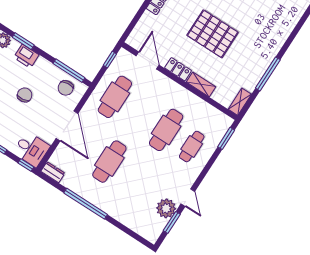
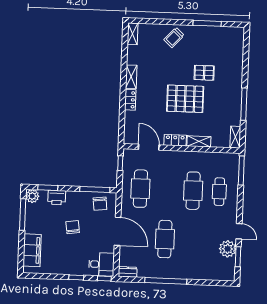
pallet: (247, 19) -> (204, 73), added
window: (226, 138) -> (241, 170), width x1.44

